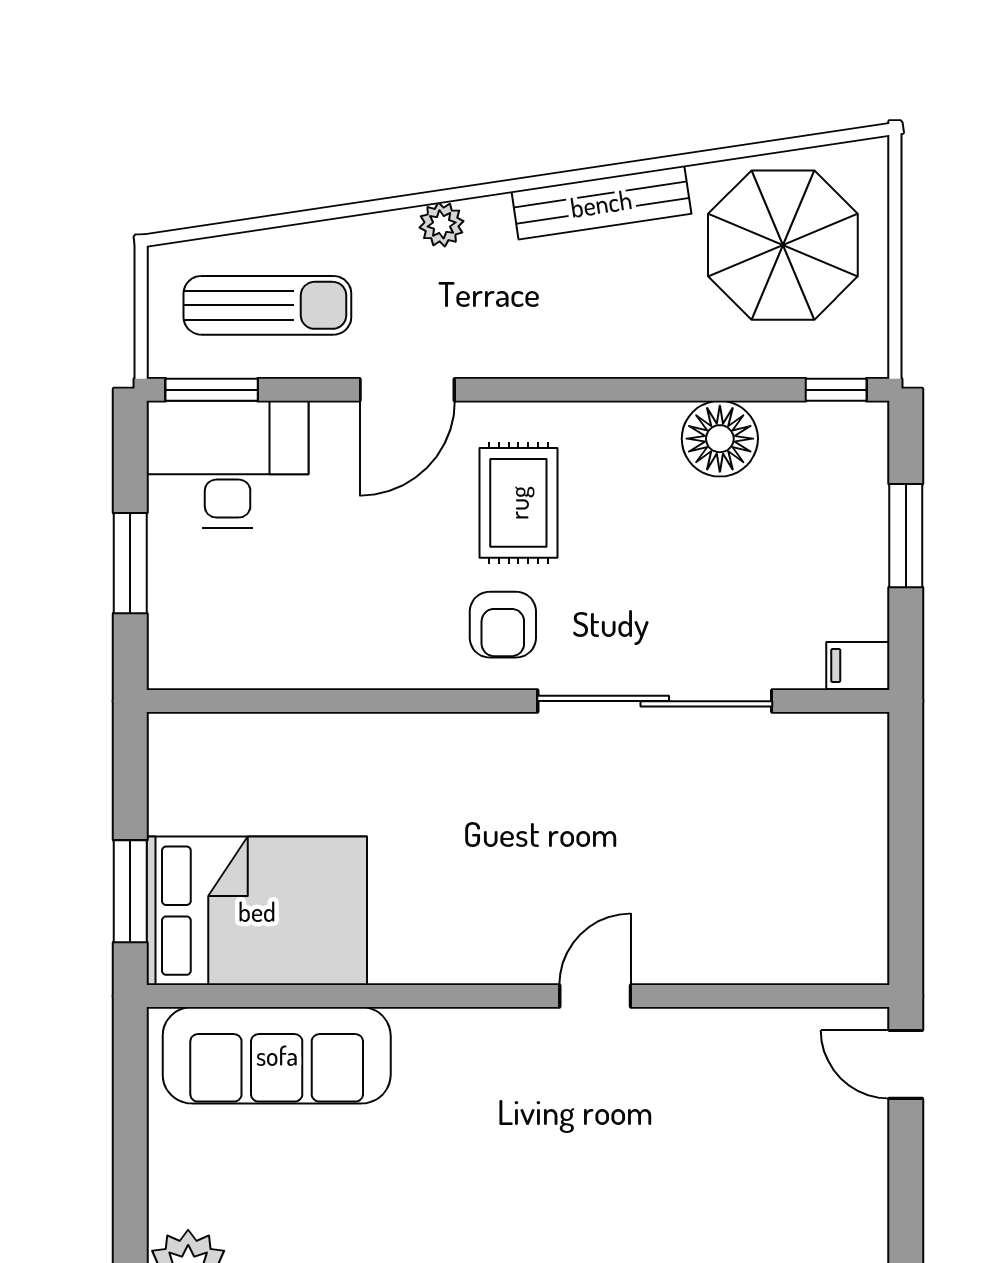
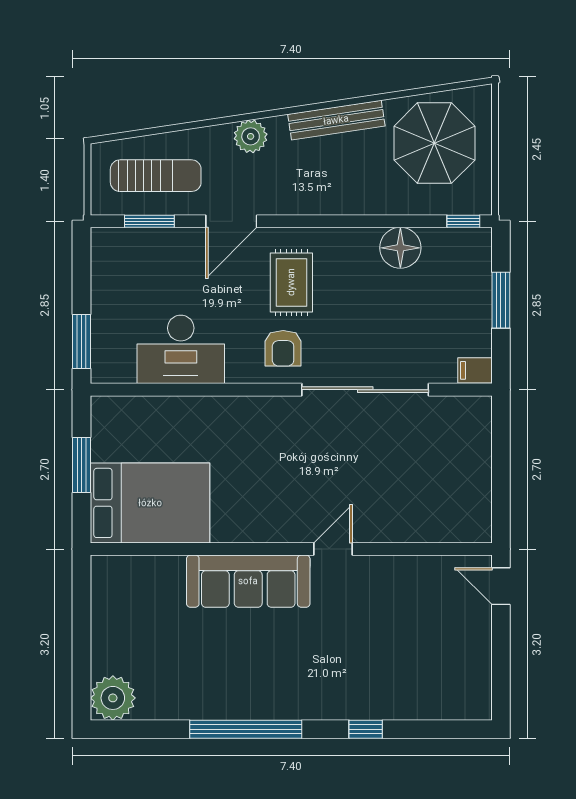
plant: (442, 224) -> (251, 136), width x1.38, depth x1.38
window: (212, 390) -> (149, 221), moved
desk: (228, 464) -> (181, 349), moved, turned 180
window: (130, 563) -> (82, 342), moved
window: (130, 891) -> (82, 465), moved
sofa: (277, 1055) -> (248, 581), moved

